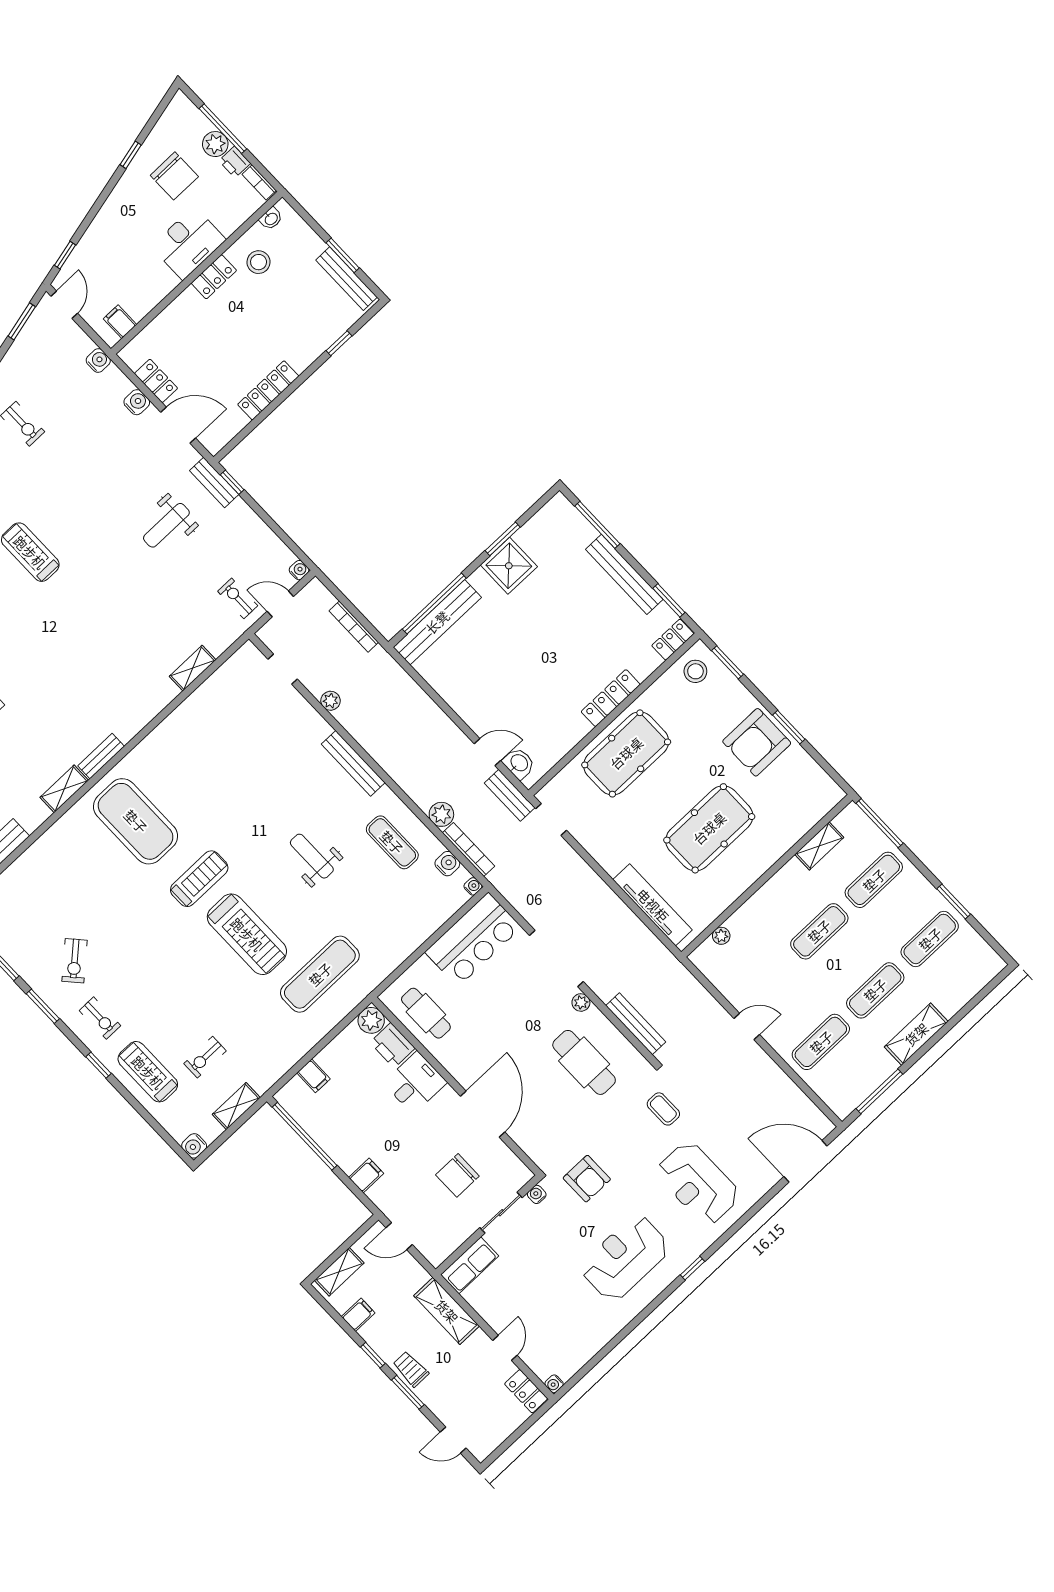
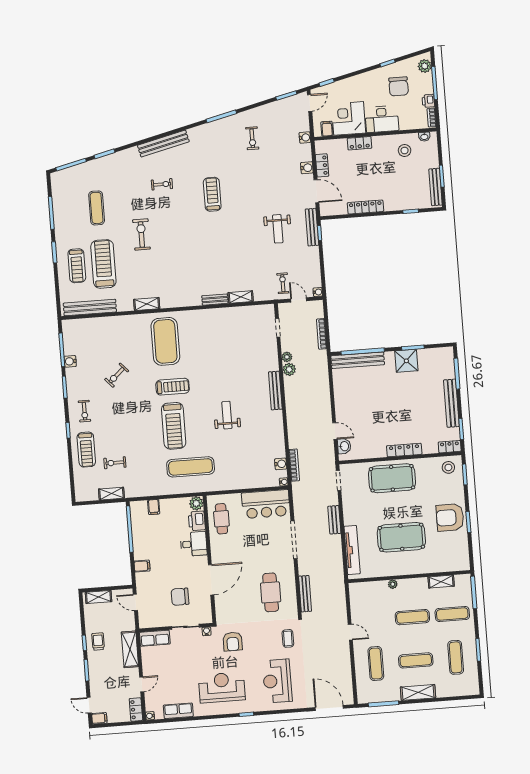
plant: (215, 144) -> (425, 66), moved
locker: (214, 277) -> (360, 143), moved
corner desk: (139, 281) -> (349, 118), added
bench: (214, 482) -> (312, 227), width x1.36
weight bench: (166, 525) -> (278, 229), turned -90
bench: (101, 756) -> (215, 300), moved
bench: (510, 795) -> (334, 520), moved
plant: (441, 814) -> (289, 369), moved
exercise mat: (392, 842) -> (265, 437), removed
plant: (721, 936) -> (393, 584), moved
exercise mat: (930, 939) -> (456, 657), turned 90
exercise bike: (75, 961) -> (117, 375), moved
plant: (581, 1002) -> (289, 566), removed
exercise mat: (821, 1042) -> (376, 664), turned 90
treadmill: (148, 1072) -> (86, 450), turned 180
water cooler: (194, 1146) -> (70, 361), moved
filing cabinet: (358, 1315) -> (99, 718), moved
row of seats: (589, 1343) -> (178, 711), added
trolley: (411, 1369) -> (98, 642), moved

